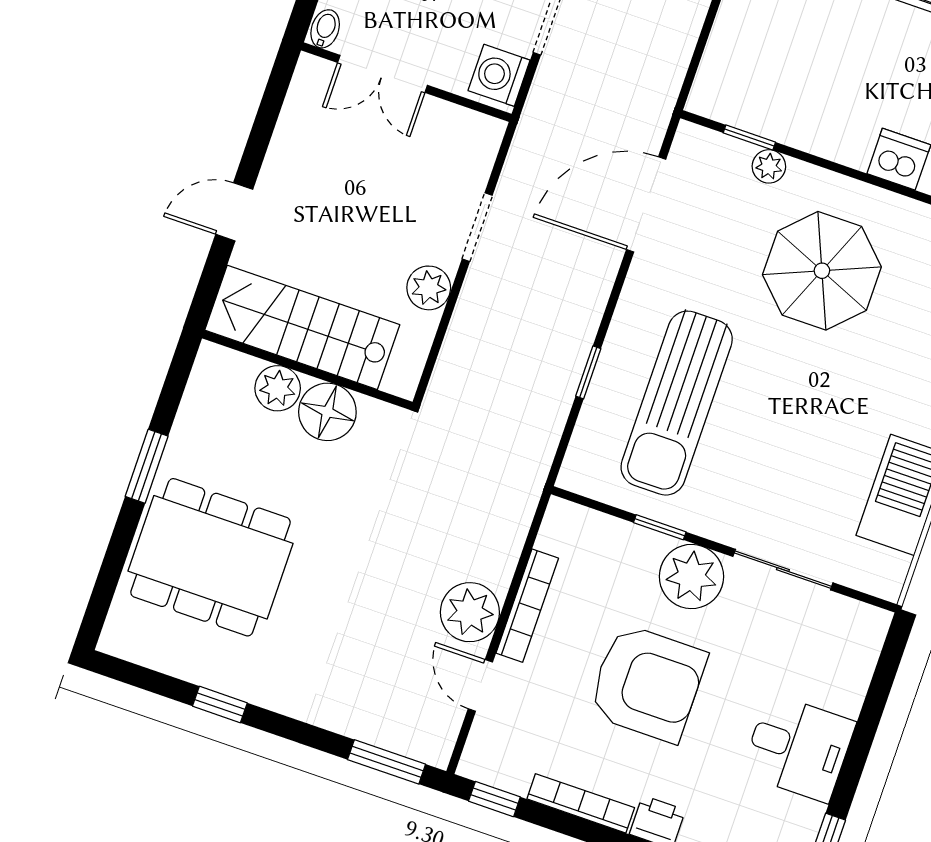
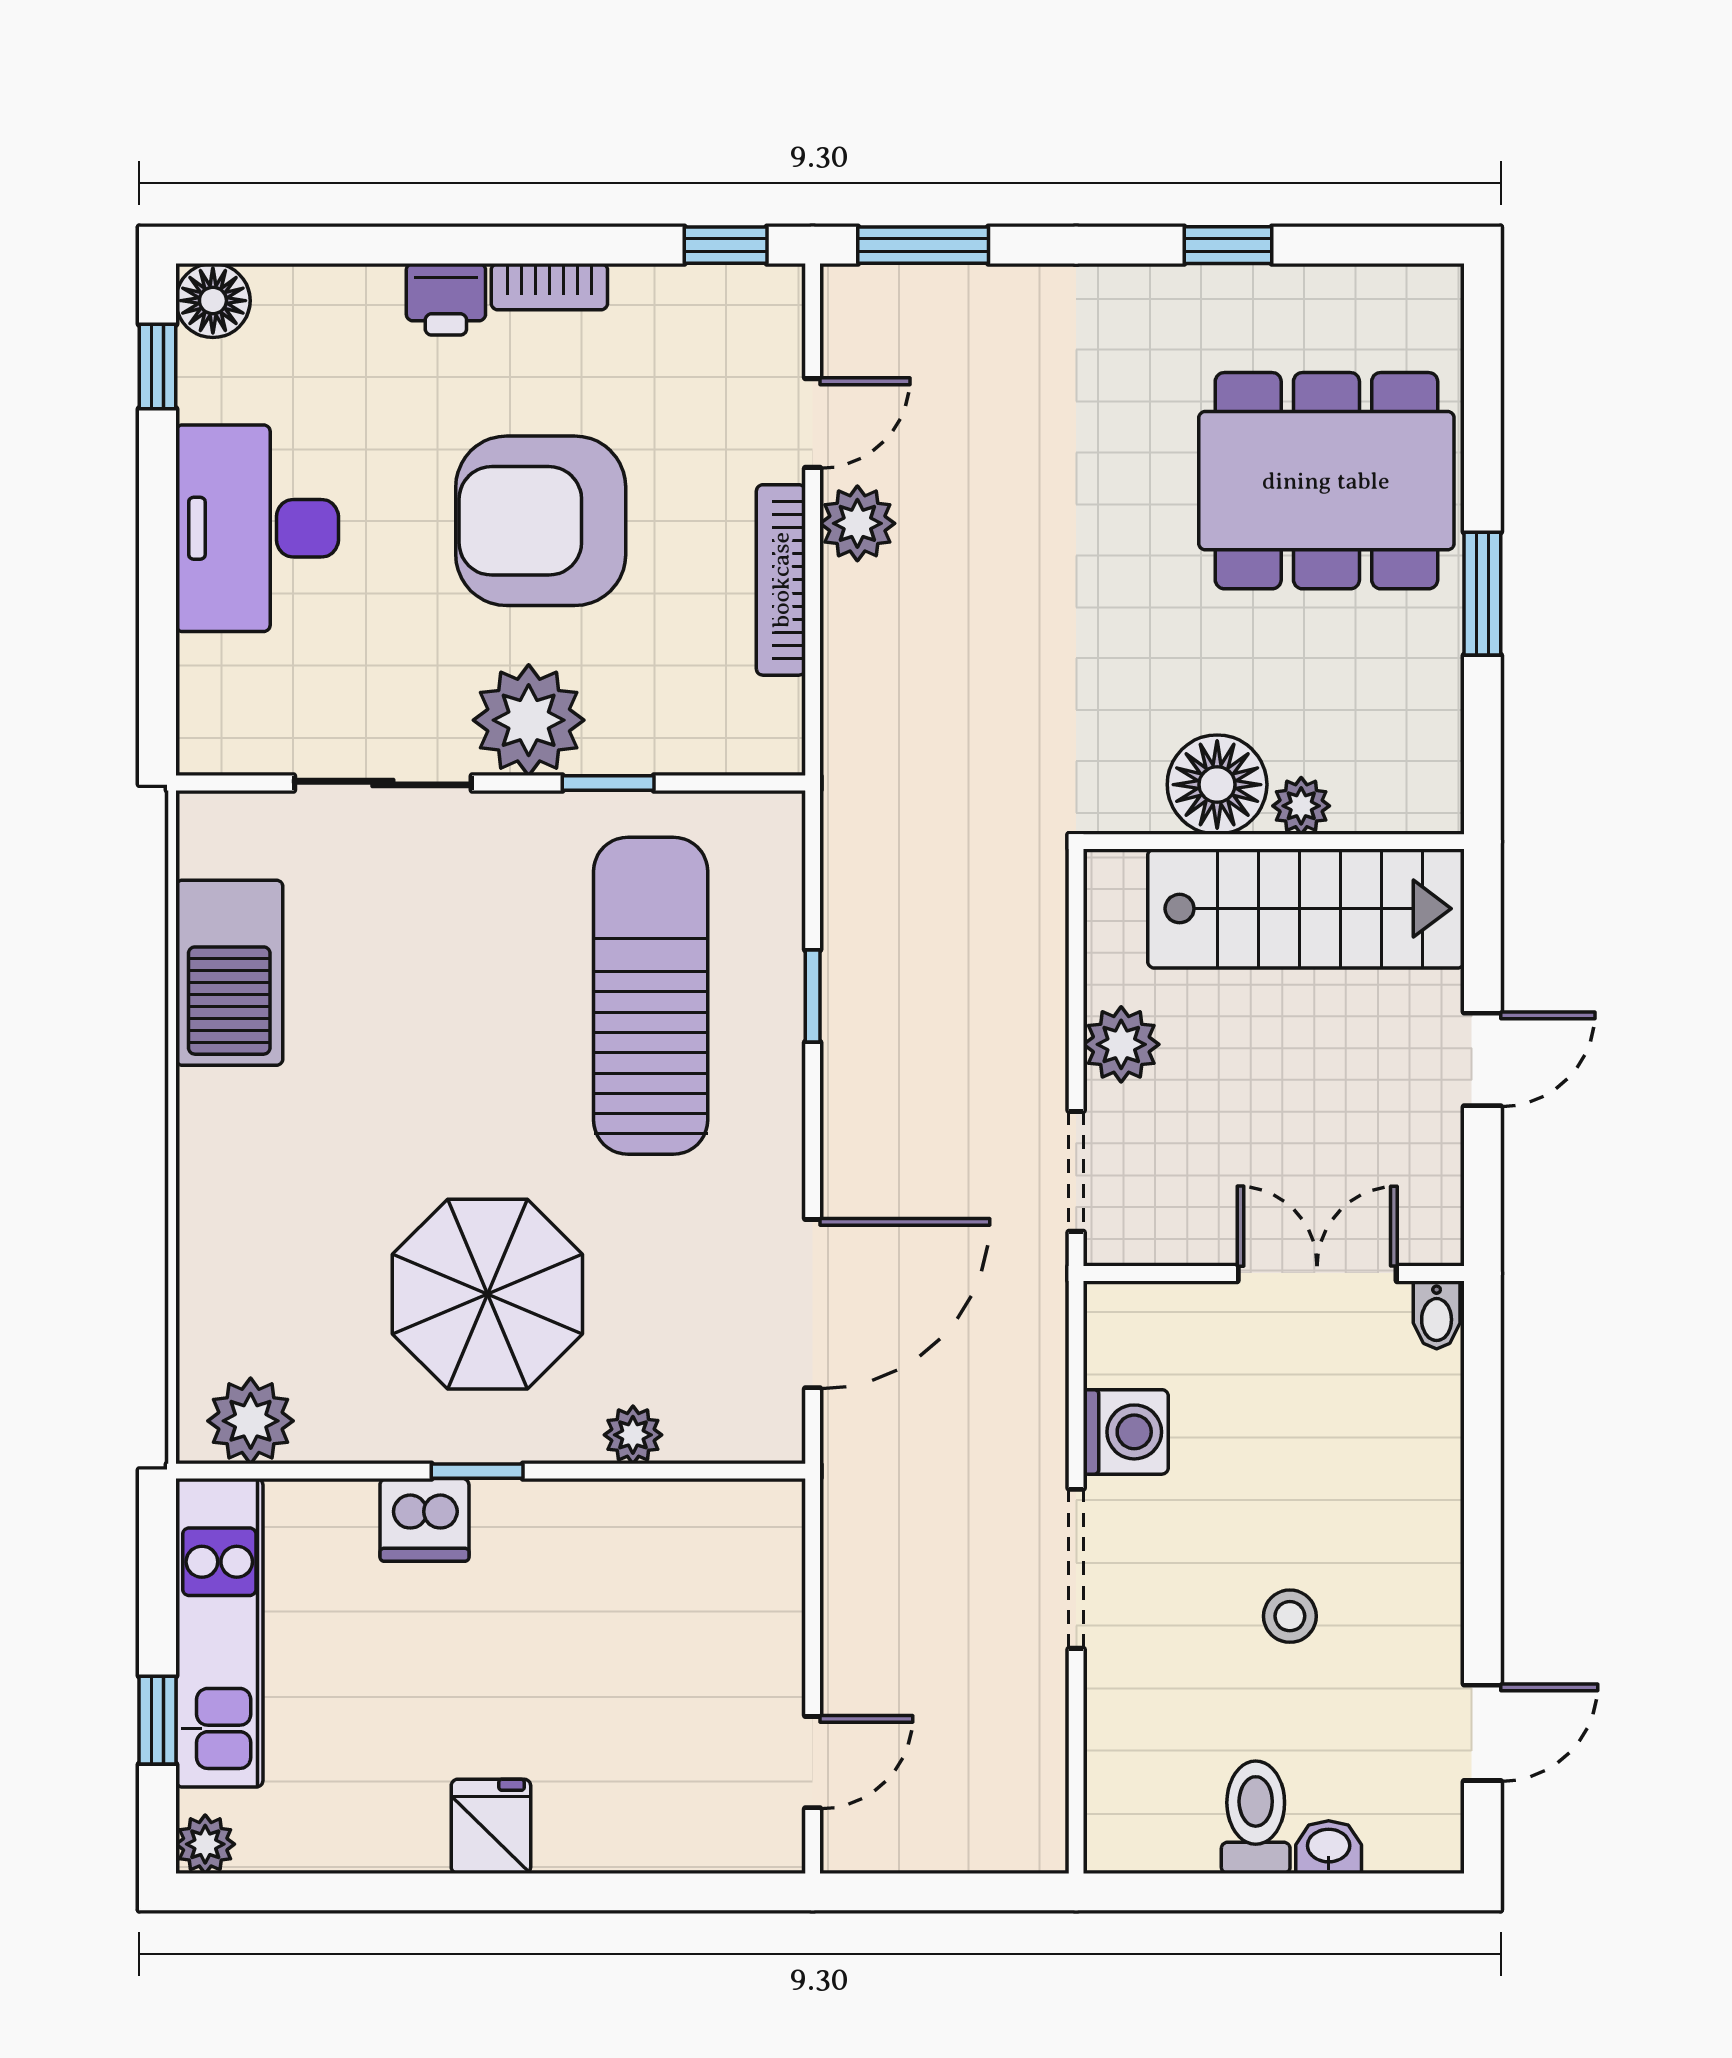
bidet: (325, 29) -> (1437, 1315), moved
double door: (383, 74) -> (1317, 1273), moved
wall: (406, 82) -> (1274, 1273), moved
window: (749, 138) -> (477, 1471), moved
plant: (278, 388) -> (1301, 806), width x0.73, depth x0.73
plant: (470, 612) -> (857, 523), width x0.73, depth x0.73
door: (480, 685) -> (813, 423), hinge flipped
desk: (798, 748) -> (257, 528), width x1.37
bookcase: (581, 803) -> (549, 287), width x0.64

